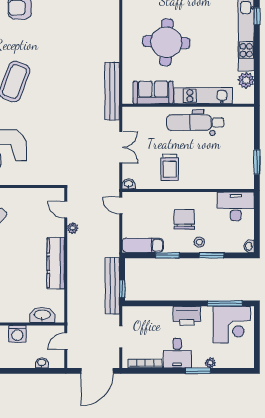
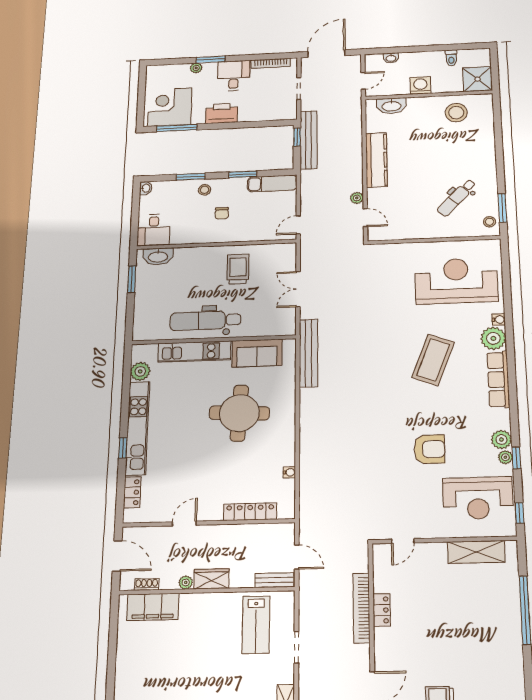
dental chair: (195, 123) -> (205, 321), turned 180
washbasin: (129, 184) -> (158, 257), moved, width x1.91, depth x1.45
door: (121, 205) -> (298, 225), swing flipped
desk: (236, 206) -> (154, 230), width x0.73
chair: (184, 219) -> (222, 213), width x0.54, depth x0.54

